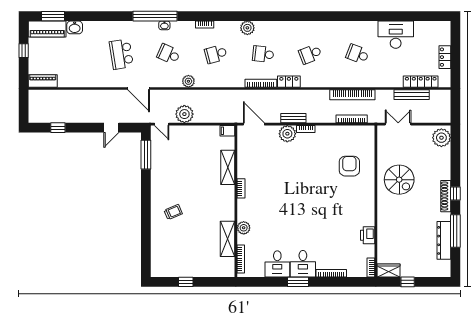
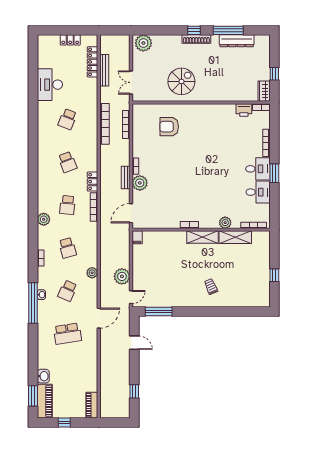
shelving: (228, 167) -> (203, 237), moved
printer: (368, 235) -> (244, 110), moved

